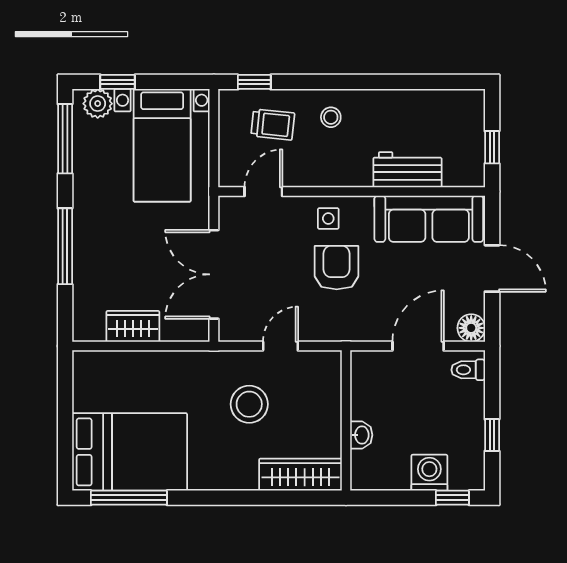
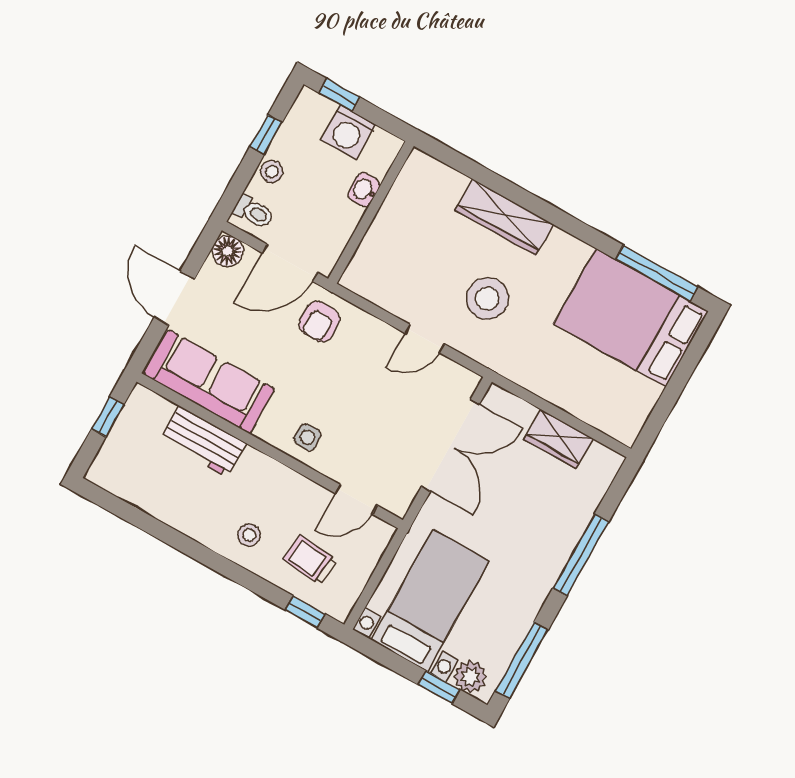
armchair: (337, 268) -> (319, 322), moved, width x0.72, depth x0.72
stool: (472, 409) -> (272, 172), added
wall: (346, 420) -> (371, 212), moved
washbasin: (361, 435) -> (364, 190), moved
wardrobe: (300, 475) -> (504, 217), moved

